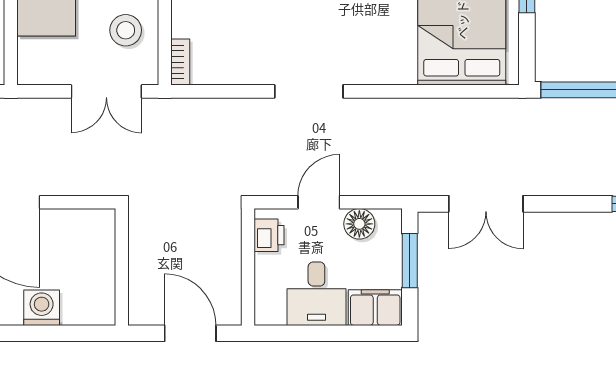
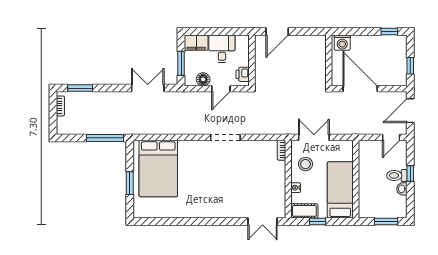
wall: (122, 267) -> (329, 60), moved
door: (190, 333) -> (277, 31), hinge flipped

